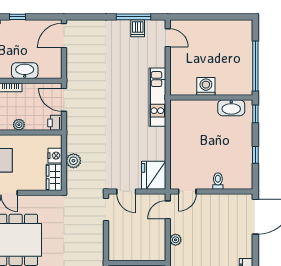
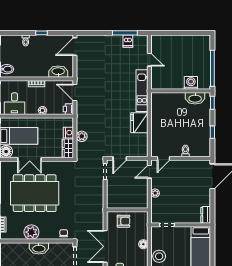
door: (168, 38) -> (149, 60), moved
washbasin: (25, 71) -> (58, 72), moved
washing machine: (206, 86) -> (191, 83), moved
fridge: (154, 175) -> (139, 123), moved
door: (126, 191) -> (120, 158), hinge flipped

